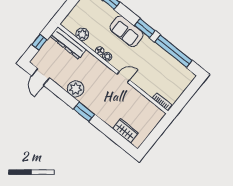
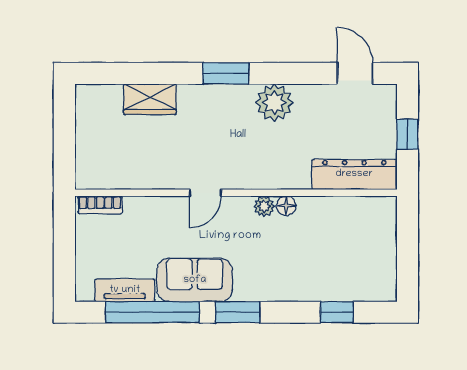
sofa: (126, 31) -> (195, 280), moved
plant: (82, 34) -> (341, 211), removed
tv unit: (177, 66) -> (125, 290), added
wardrobe: (125, 131) -> (150, 99), moved

